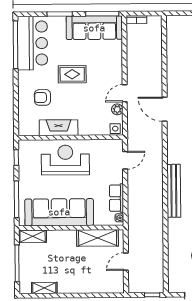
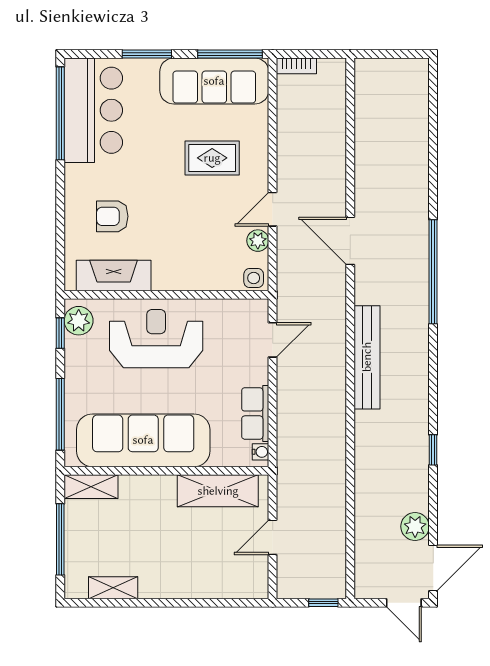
rug: (72, 74) -> (212, 158), moved
fireplace: (59, 128) -> (114, 275), moved
plant: (26, 151) -> (79, 321), added
bench: (174, 191) -> (367, 357), moved

